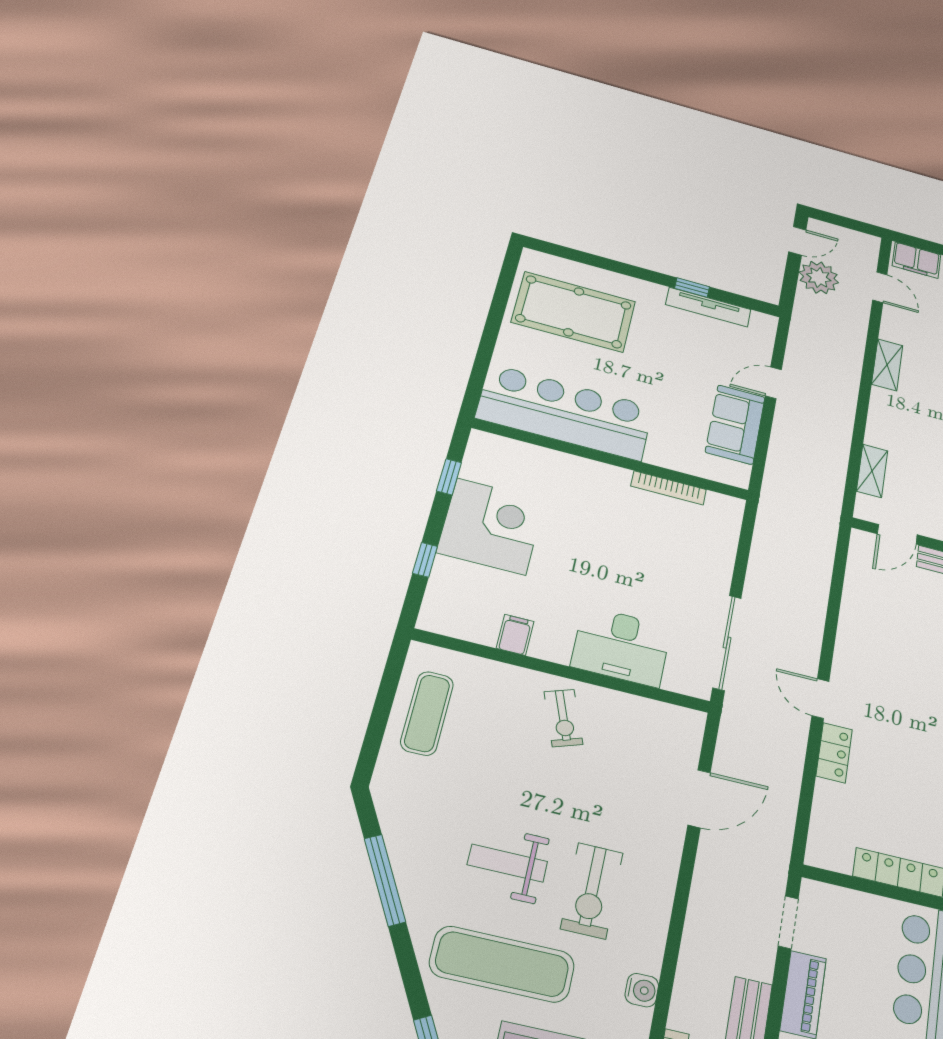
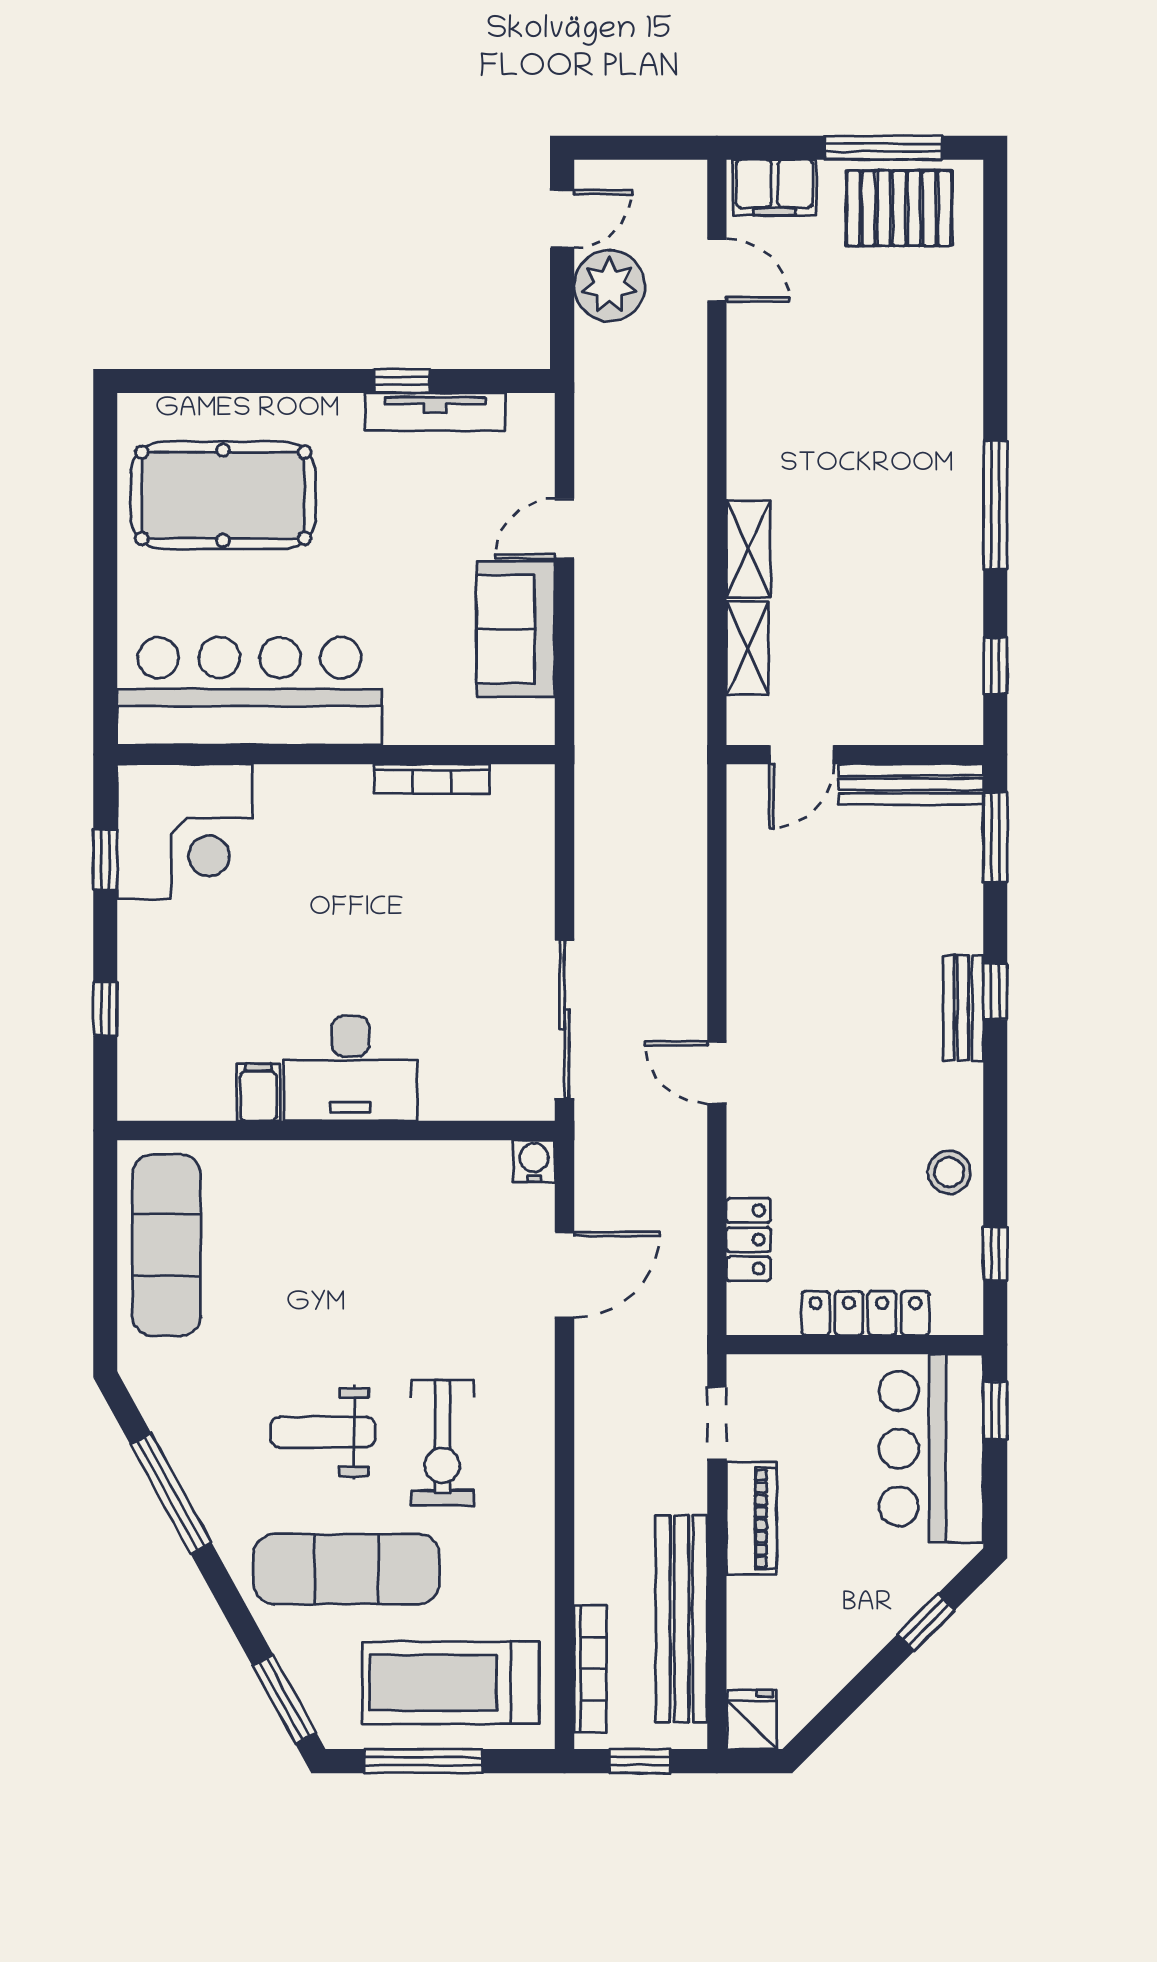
shelving: (887, 365) -> (748, 549), moved
corner desk: (491, 526) -> (185, 832), moved, turned 90
desk: (621, 646) -> (350, 1069), moved
exercise mat: (427, 713) -> (166, 1245), width x1.36, depth x1.45
exercise bike: (563, 718) -> (353, 1203), removed
locker: (834, 753) -> (748, 1240), moved
water cooler: (642, 990) -> (534, 1161), moved, turned -90

